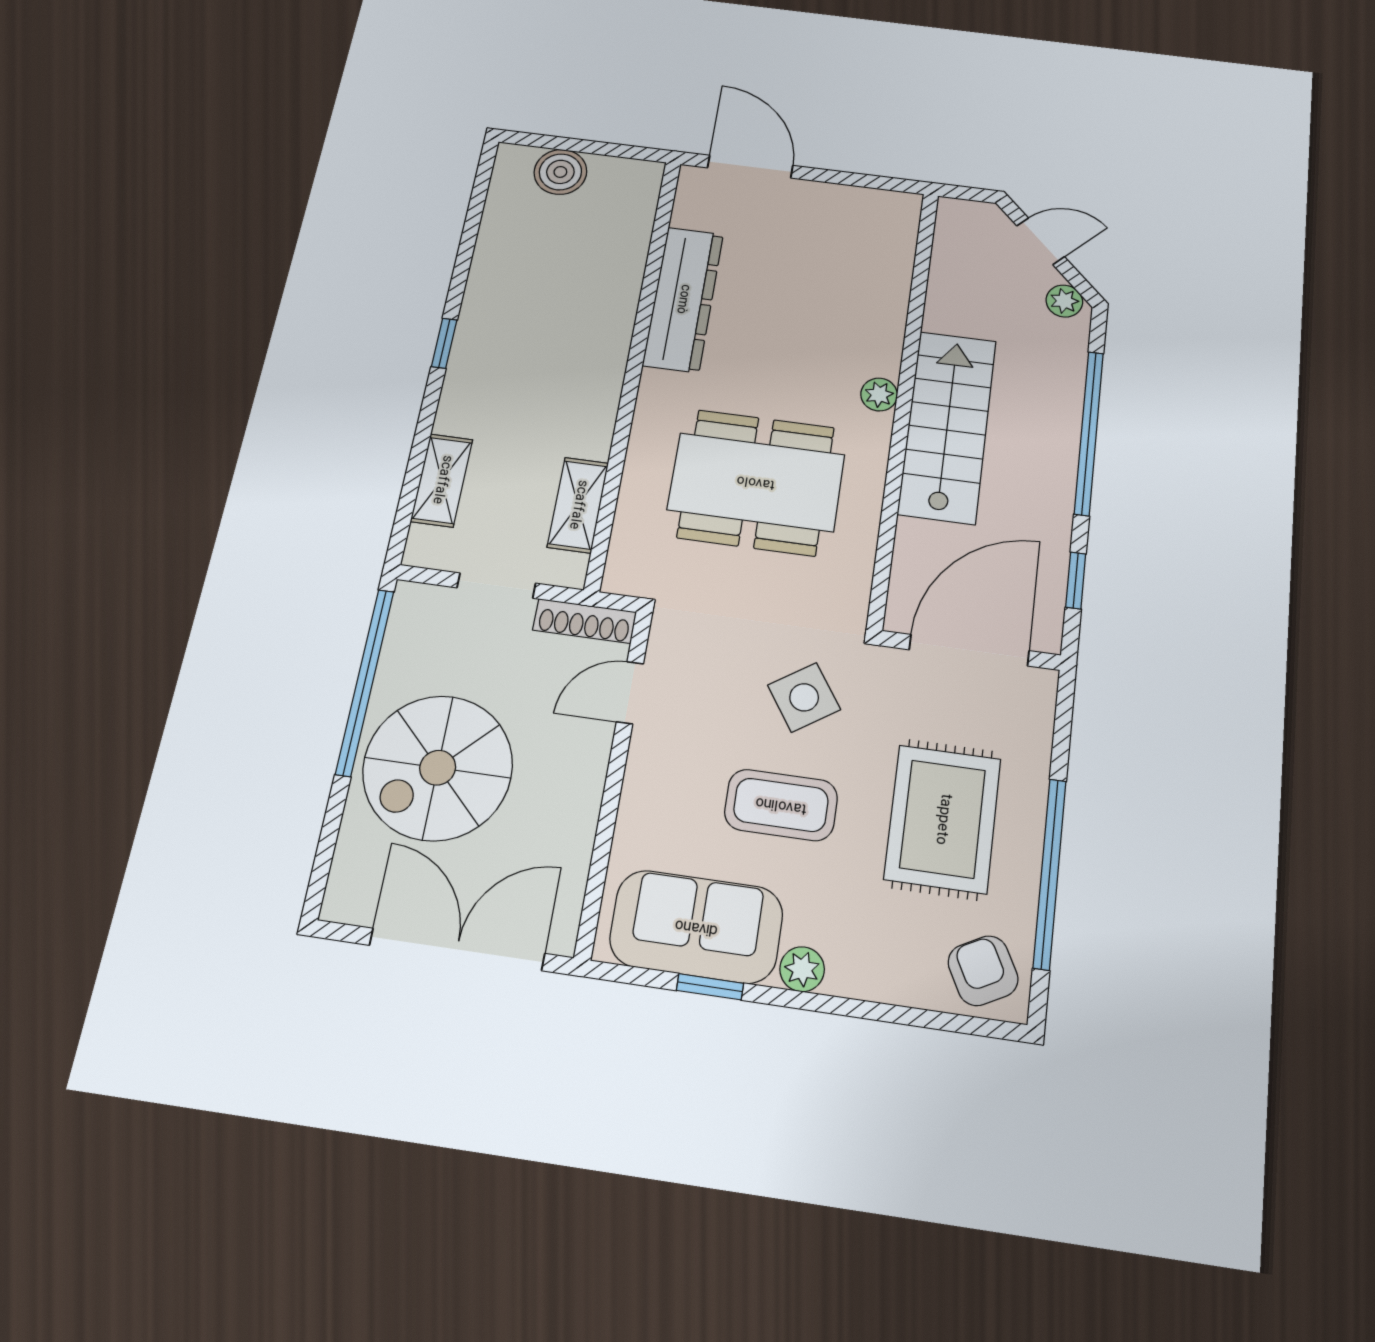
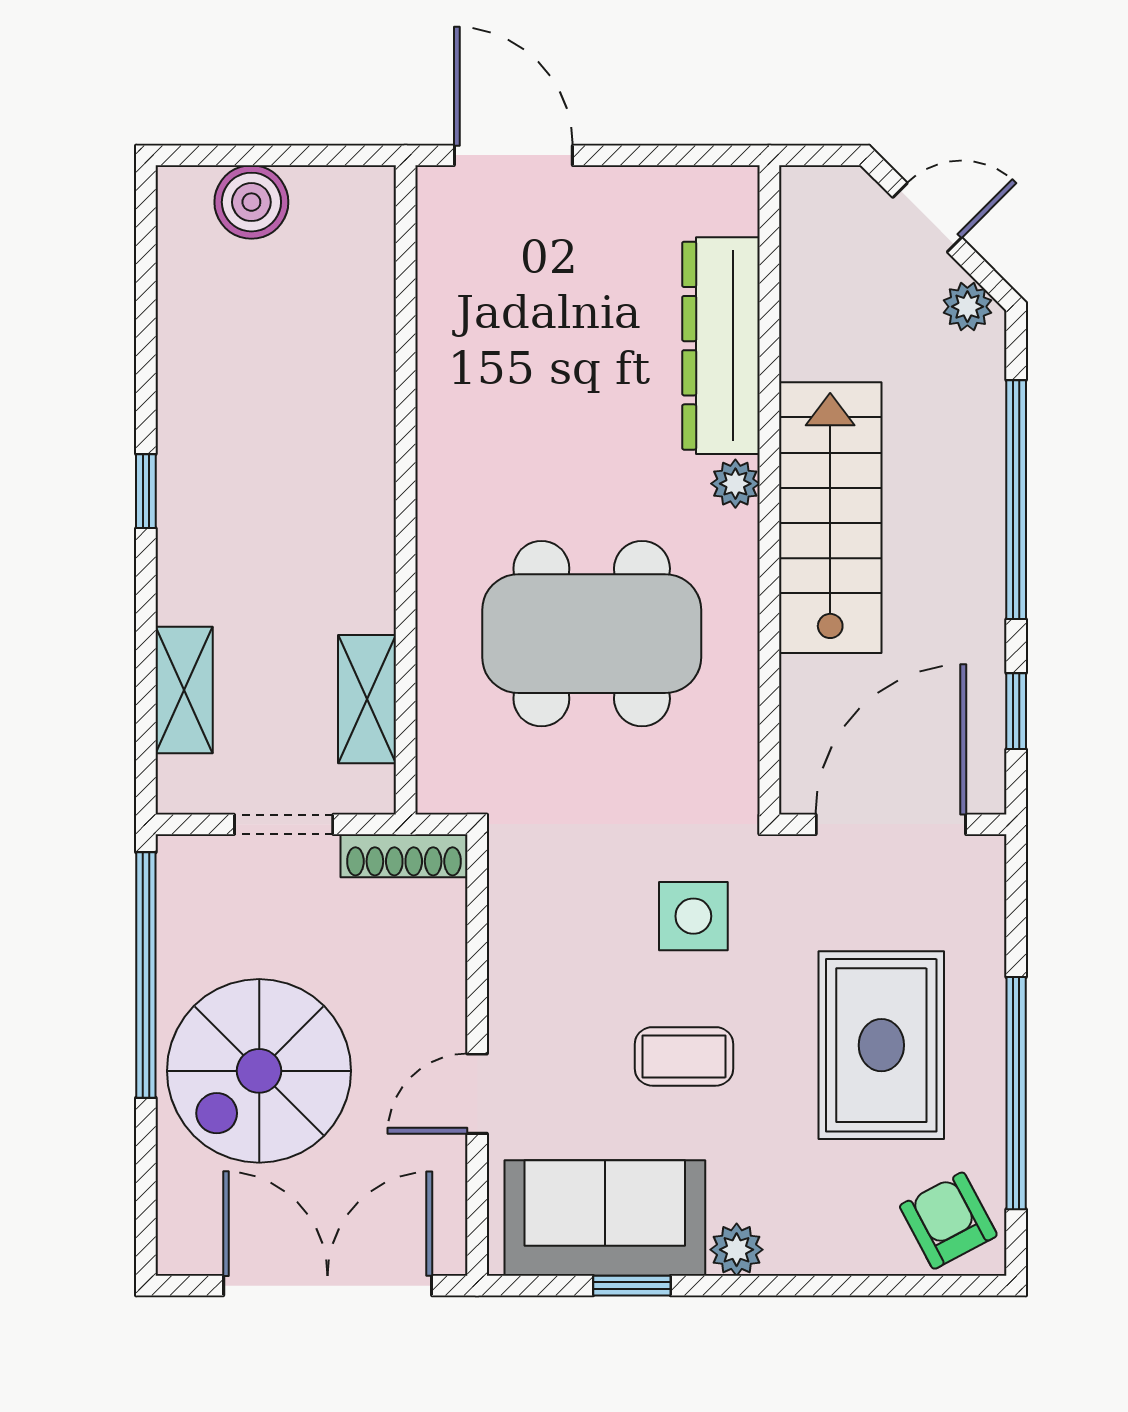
dresser: (683, 299) -> (721, 346), moved, turned 180
door: (630, 693) -> (477, 1094), moved
side table: (804, 697) -> (693, 916), turned 34
coffee table: (781, 805) -> (684, 1056), width x0.73, depth x0.77

